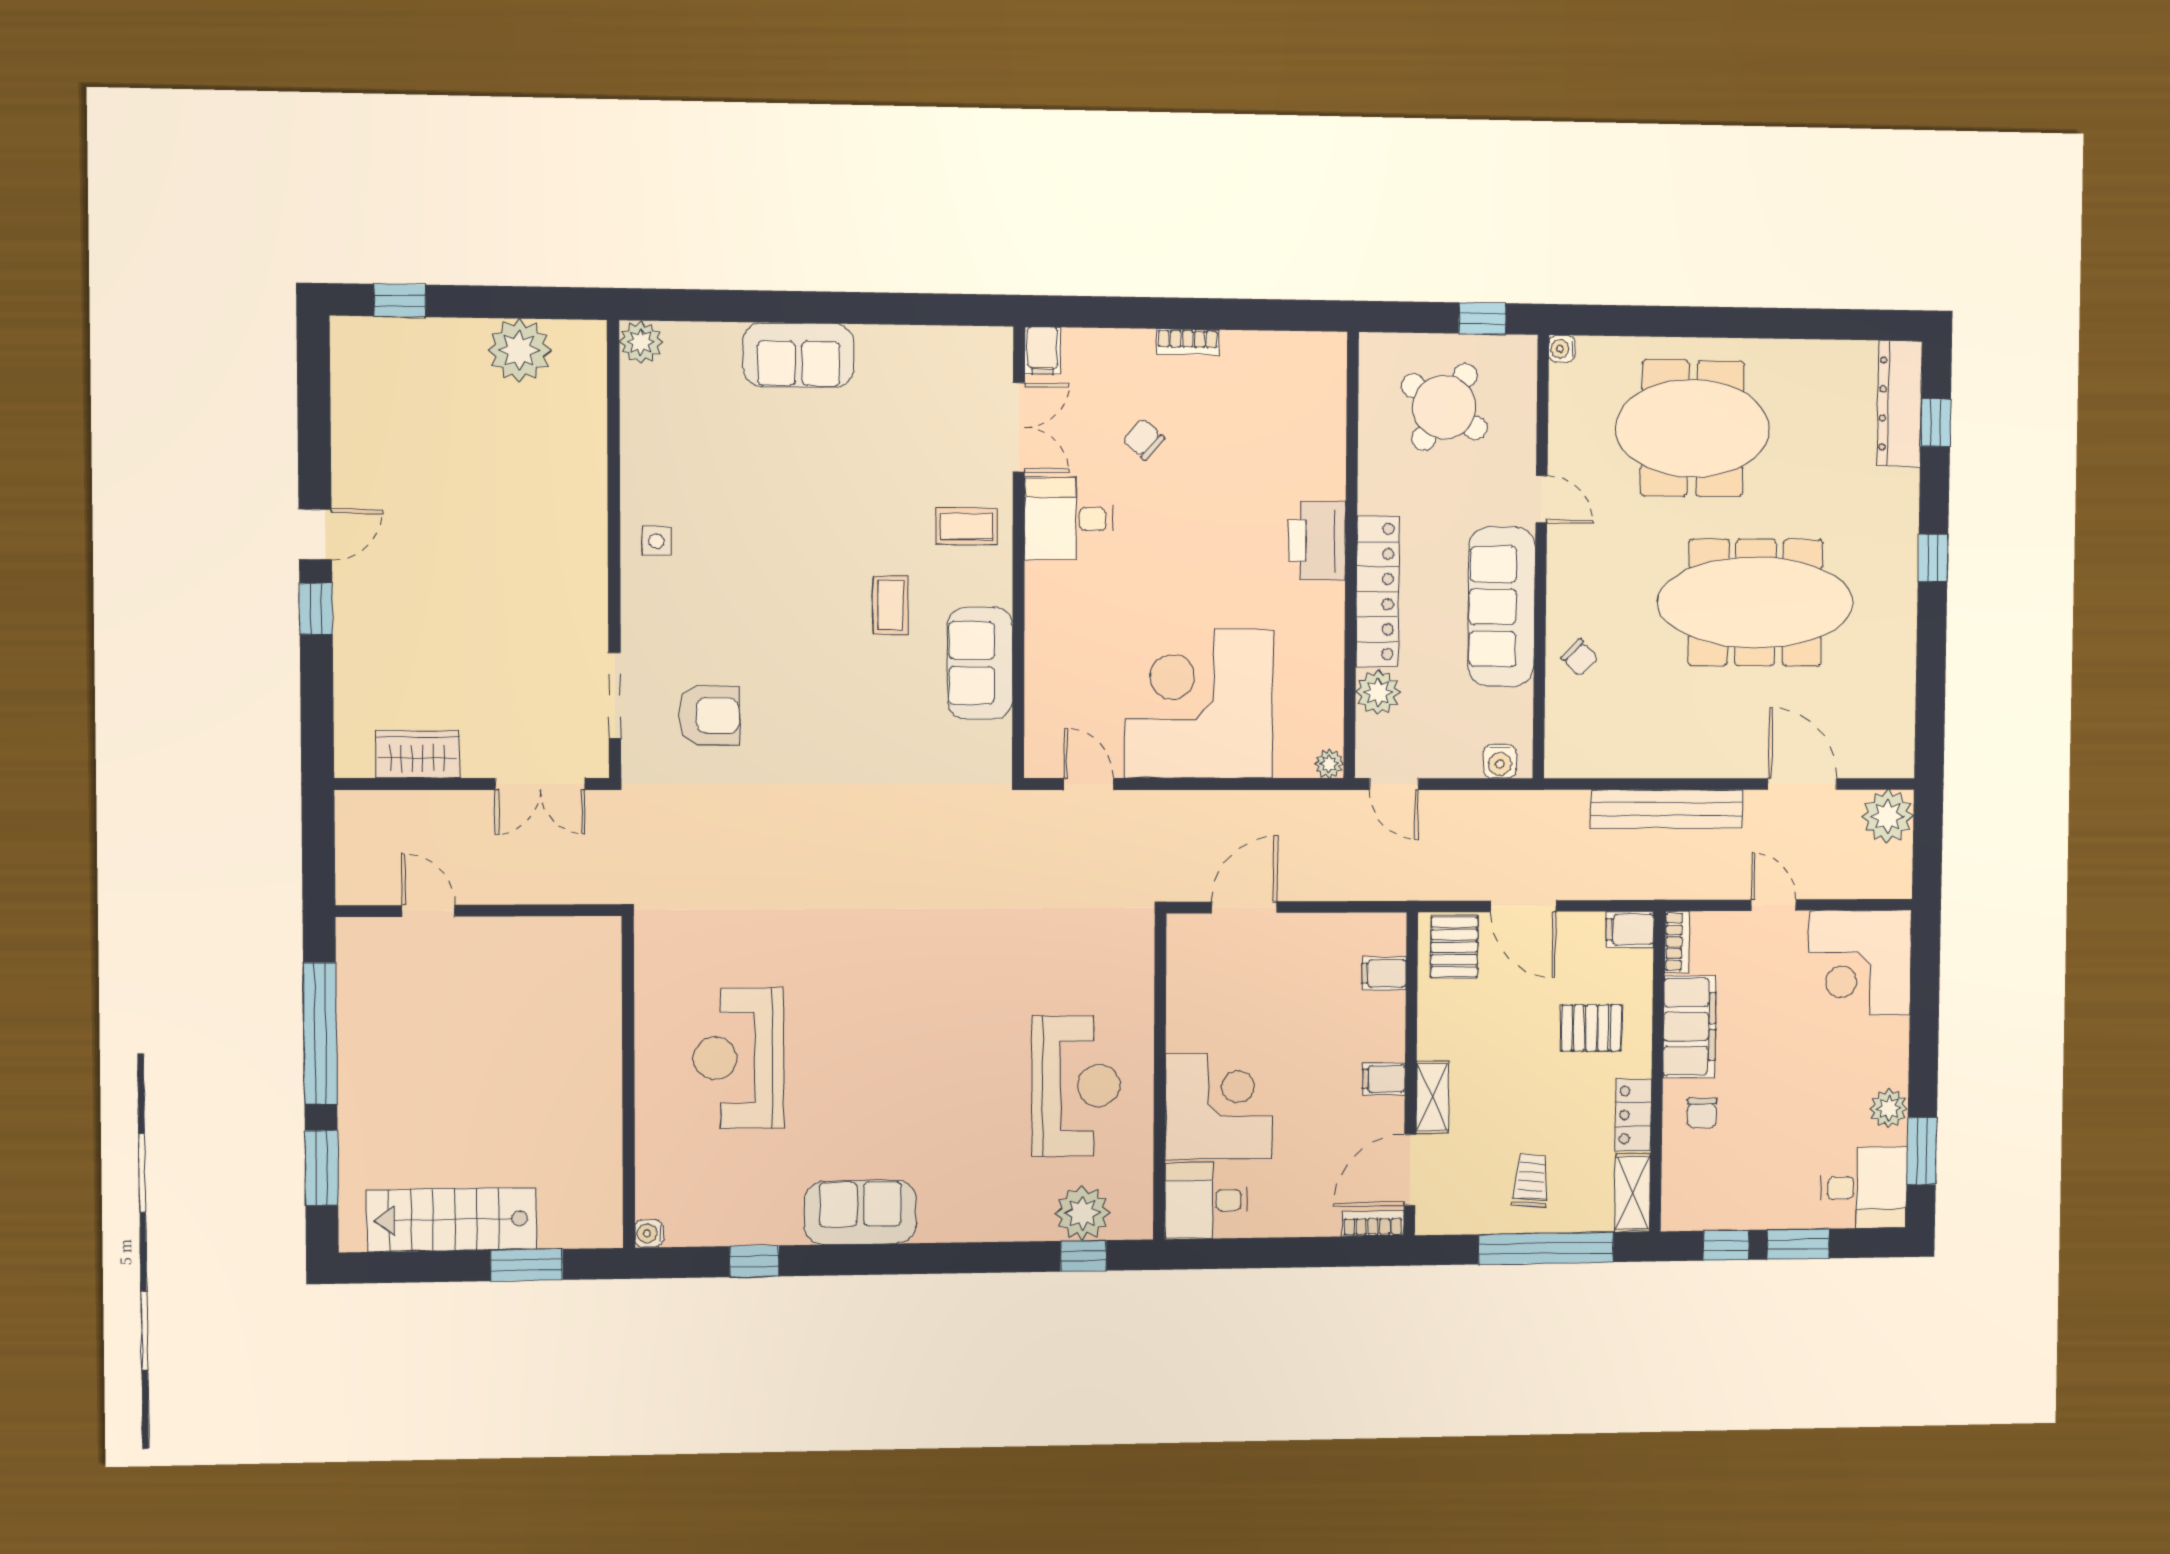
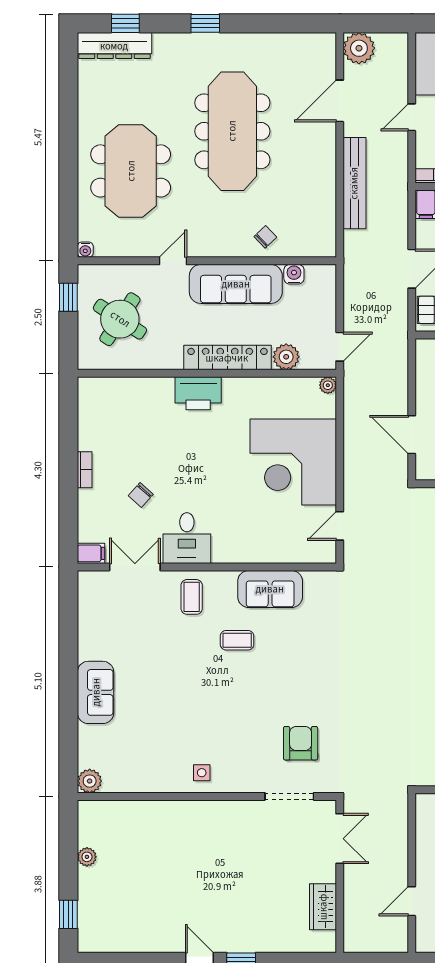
plant: (519, 350) -> (87, 857), width x0.53, depth x0.53
water cooler: (1500, 761) -> (294, 274), moved, turned -90

